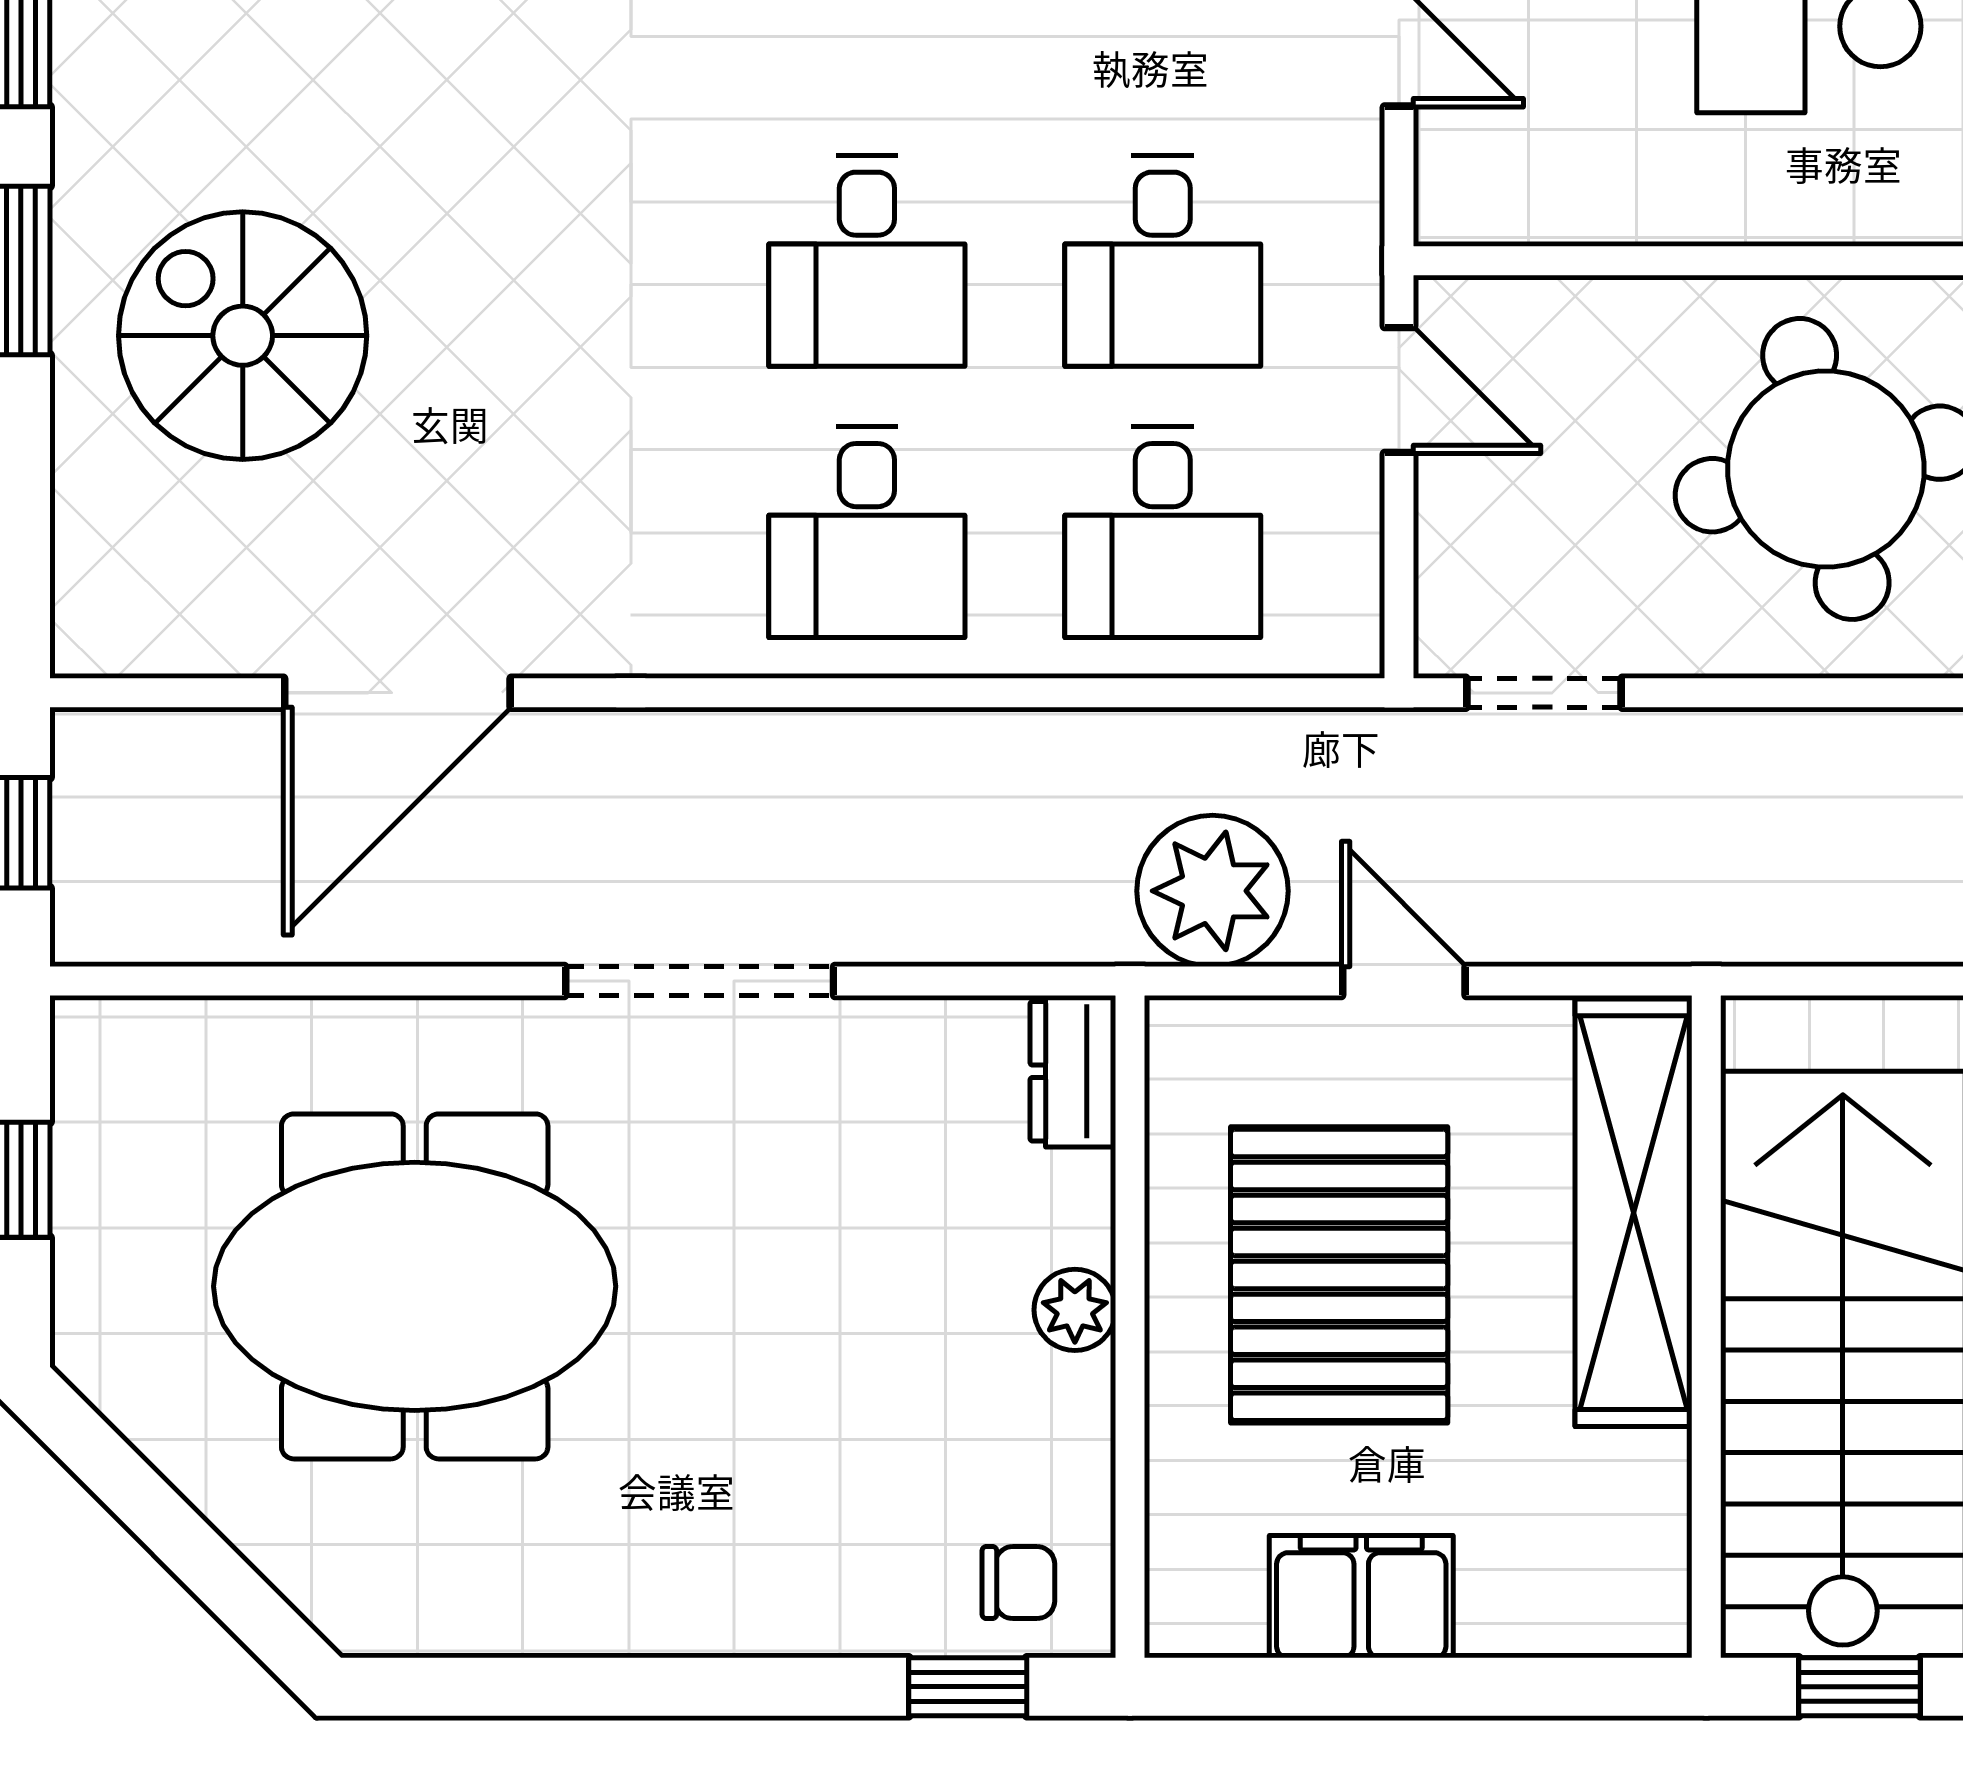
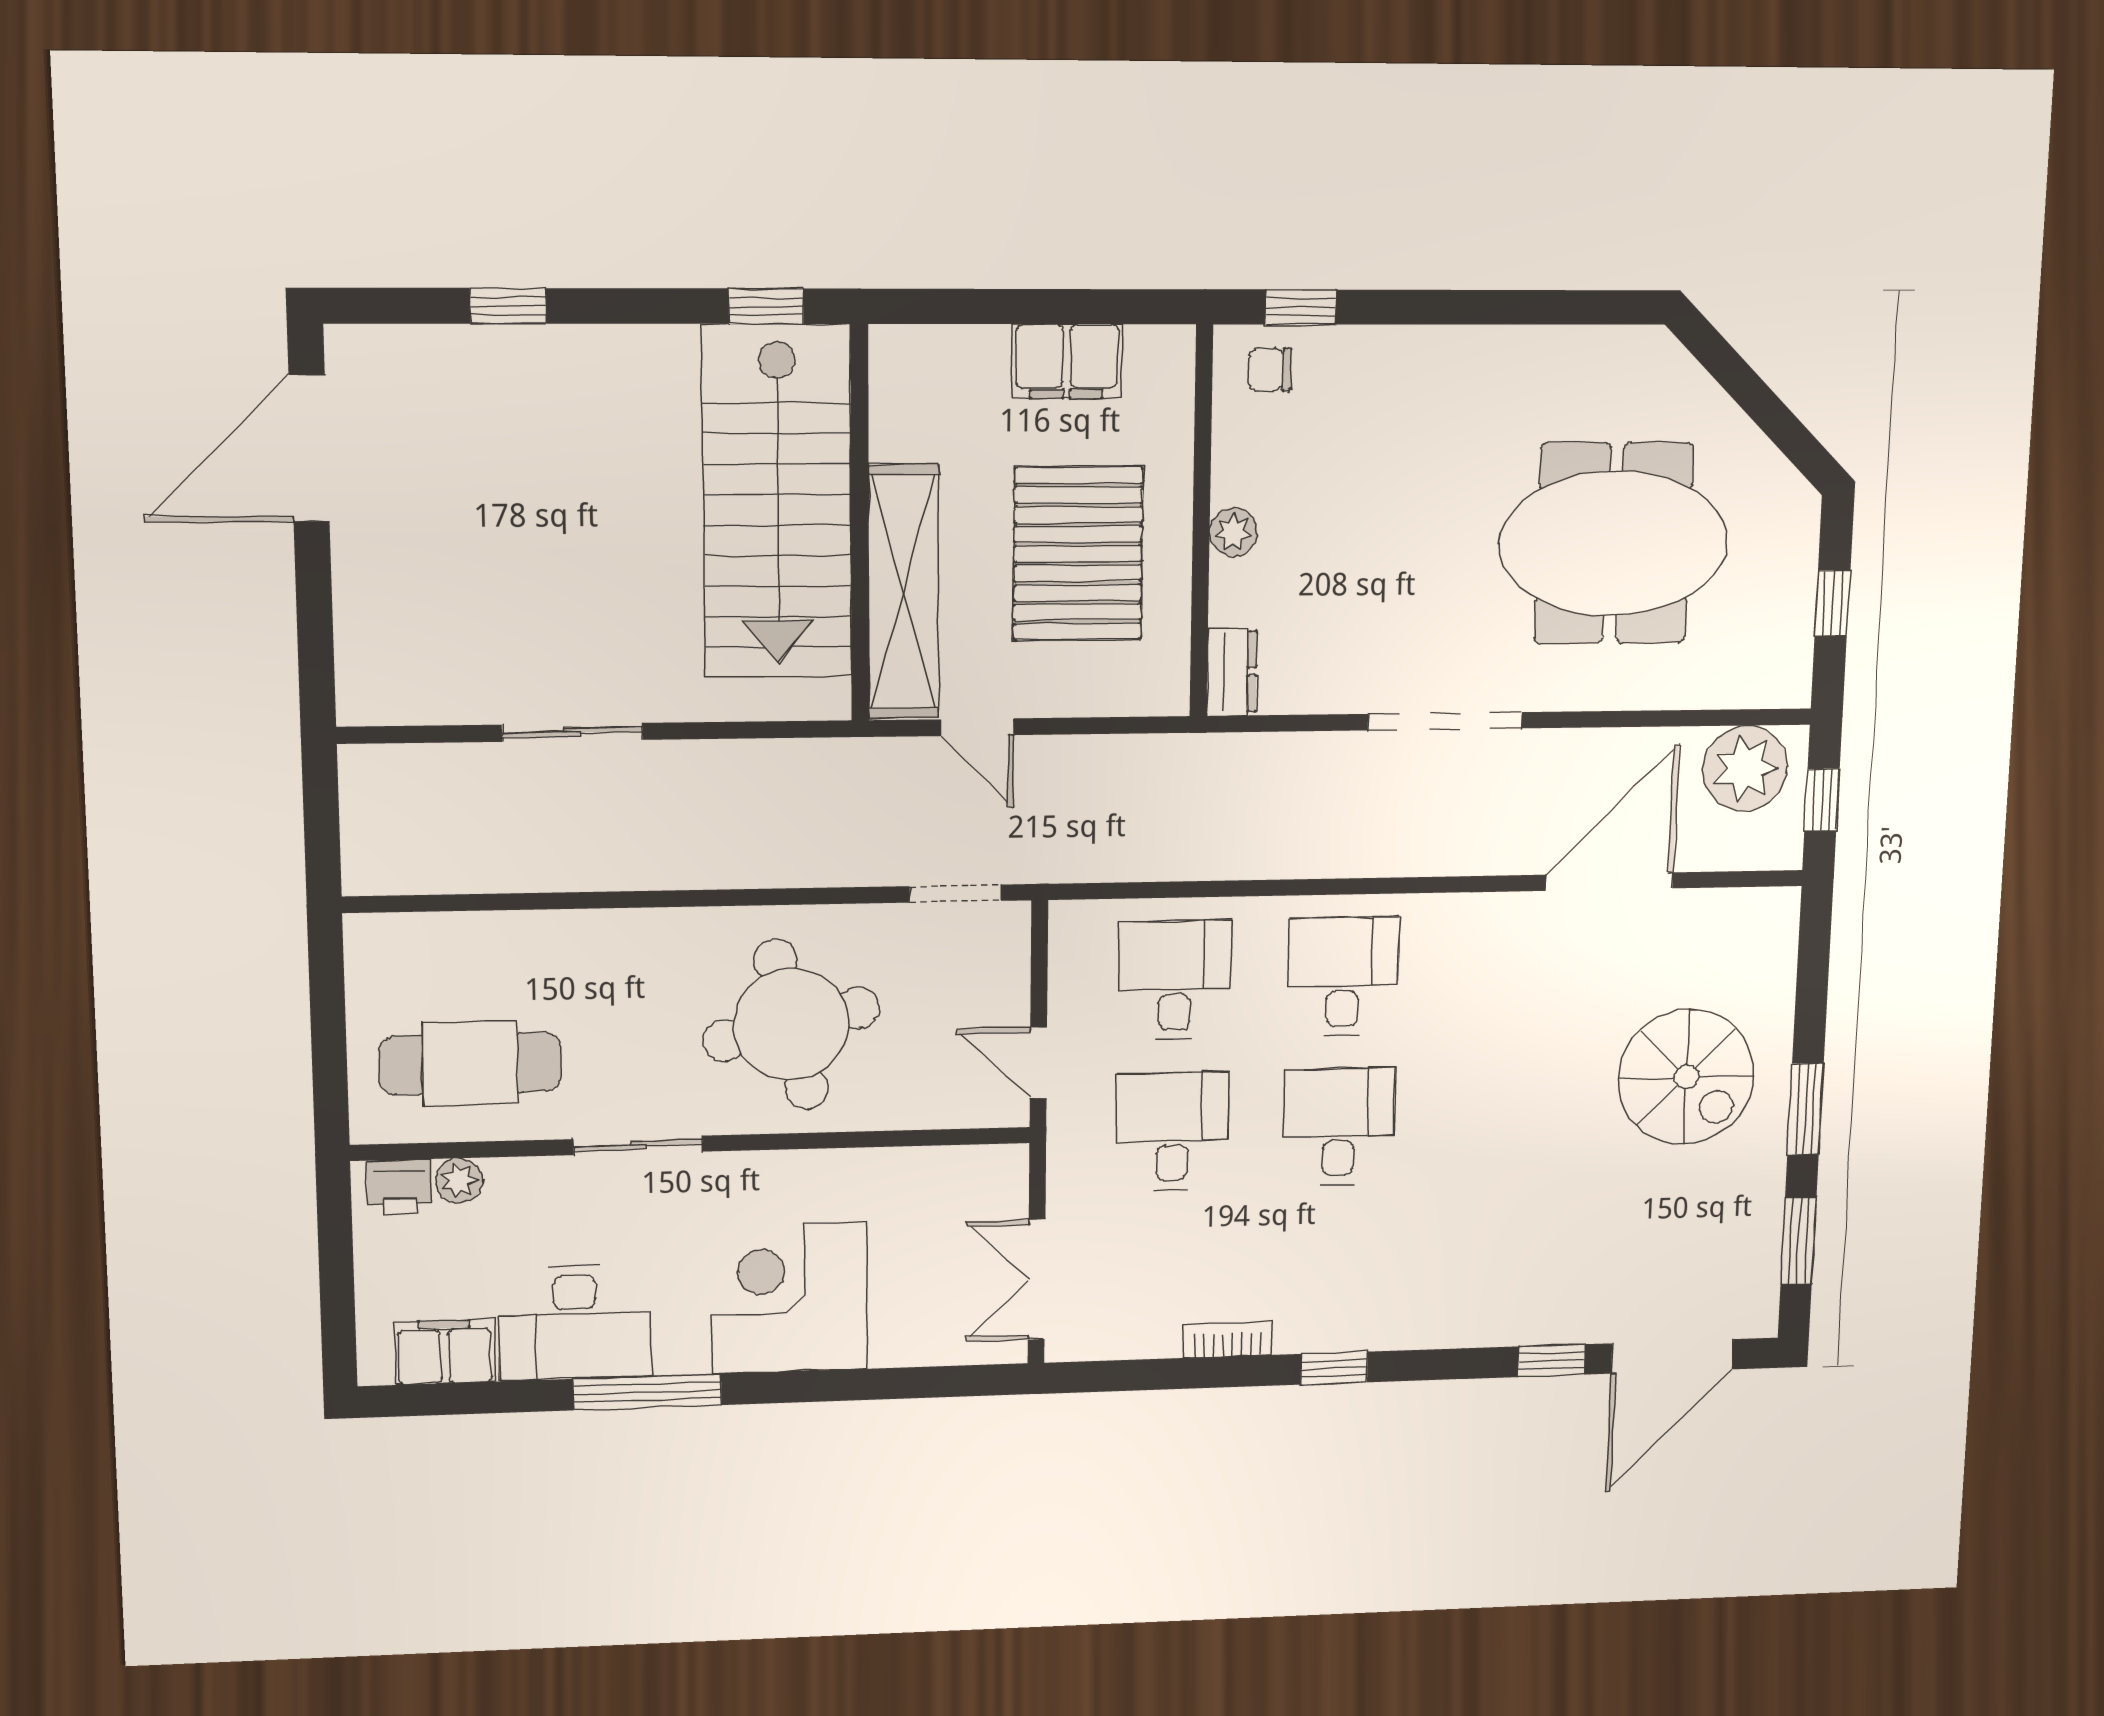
plant: (1213, 891) -> (1745, 768), moved
door: (1404, 981) -> (977, 727), moved

